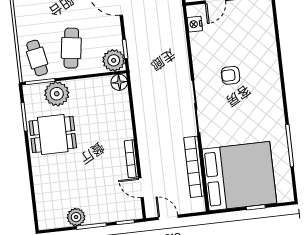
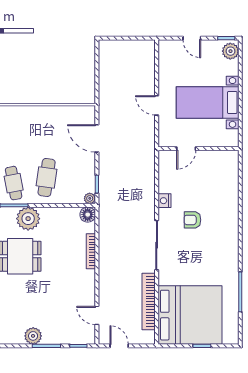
nightstand: (195, 24) -> (164, 201), moved
plant: (114, 60) -> (90, 198), width x0.53, depth x0.53
bookcase: (131, 159) -> (91, 251), moved

